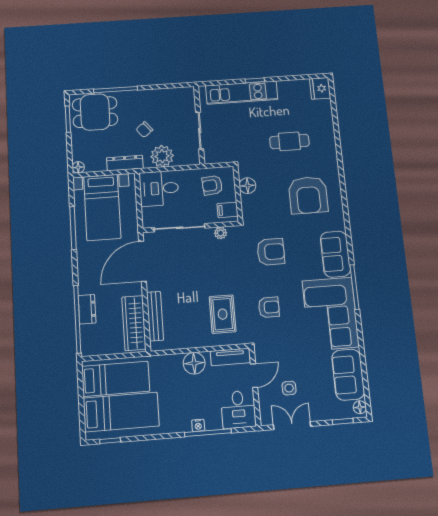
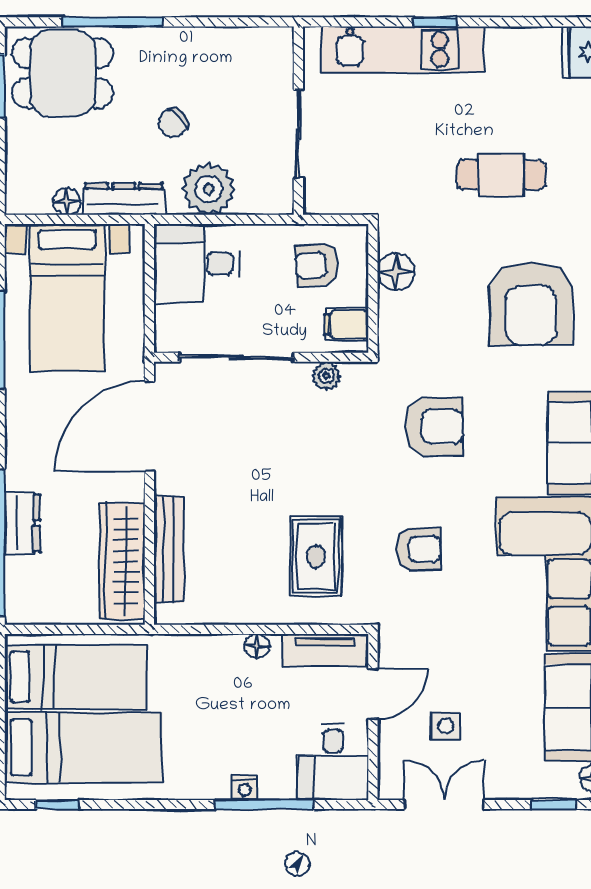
floor lamp: (78, 167) -> (67, 201), moved
floor lamp: (194, 363) -> (257, 646), width x0.53, depth x0.53

